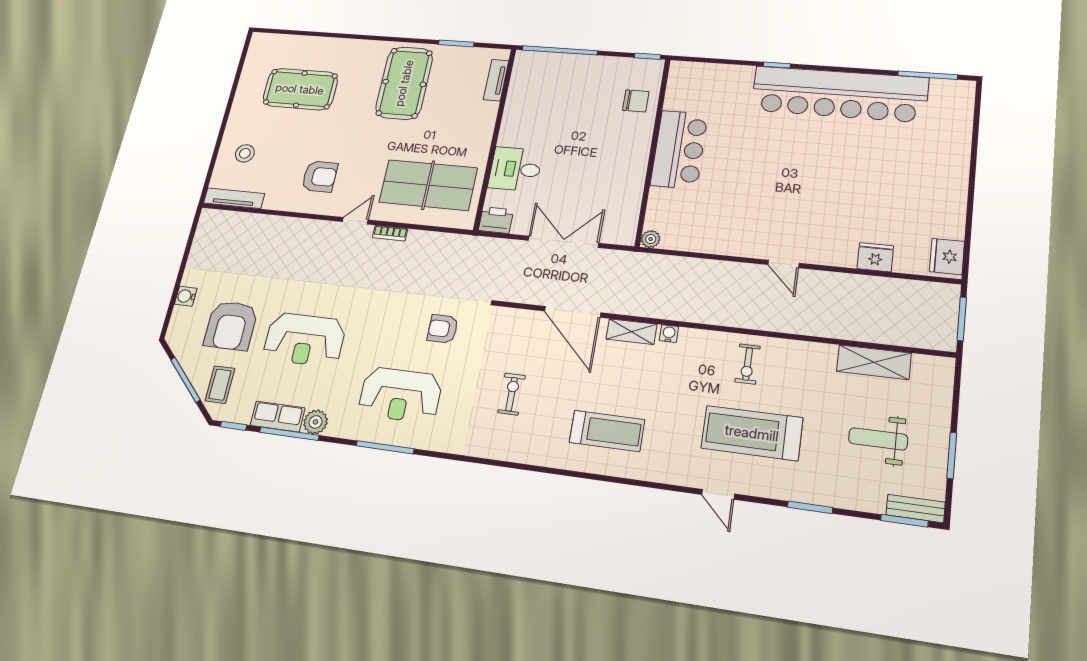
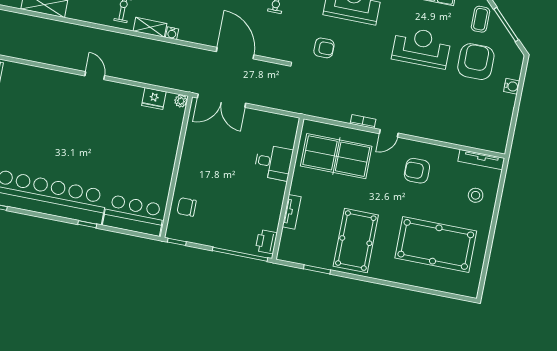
tv unit: (496, 80) -> (292, 212), moved
pool table: (300, 89) -> (436, 244), width x1.36, depth x1.32
bar counter: (679, 149) -> (134, 215), moved, turned 90
printer: (496, 220) -> (266, 242), moved, turned 90
double door: (563, 242) -> (221, 101), moved
fridge: (875, 257) -> (154, 99), moved
shelving: (631, 332) -> (150, 27), moved

